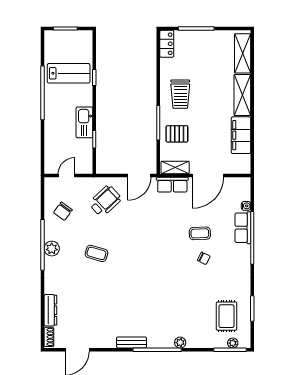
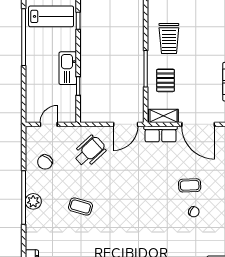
pallet: (177, 134) -> (165, 80), turned 90
door: (208, 176) -> (198, 124), hinge flipped

